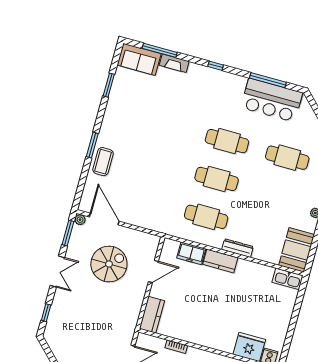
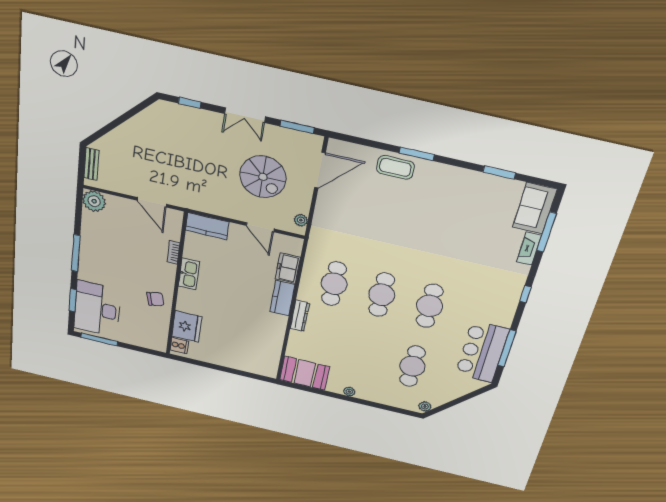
plant: (80, 220) -> (301, 220), moved
kitchen sink: (288, 279) -> (189, 274), moved, turned 180

